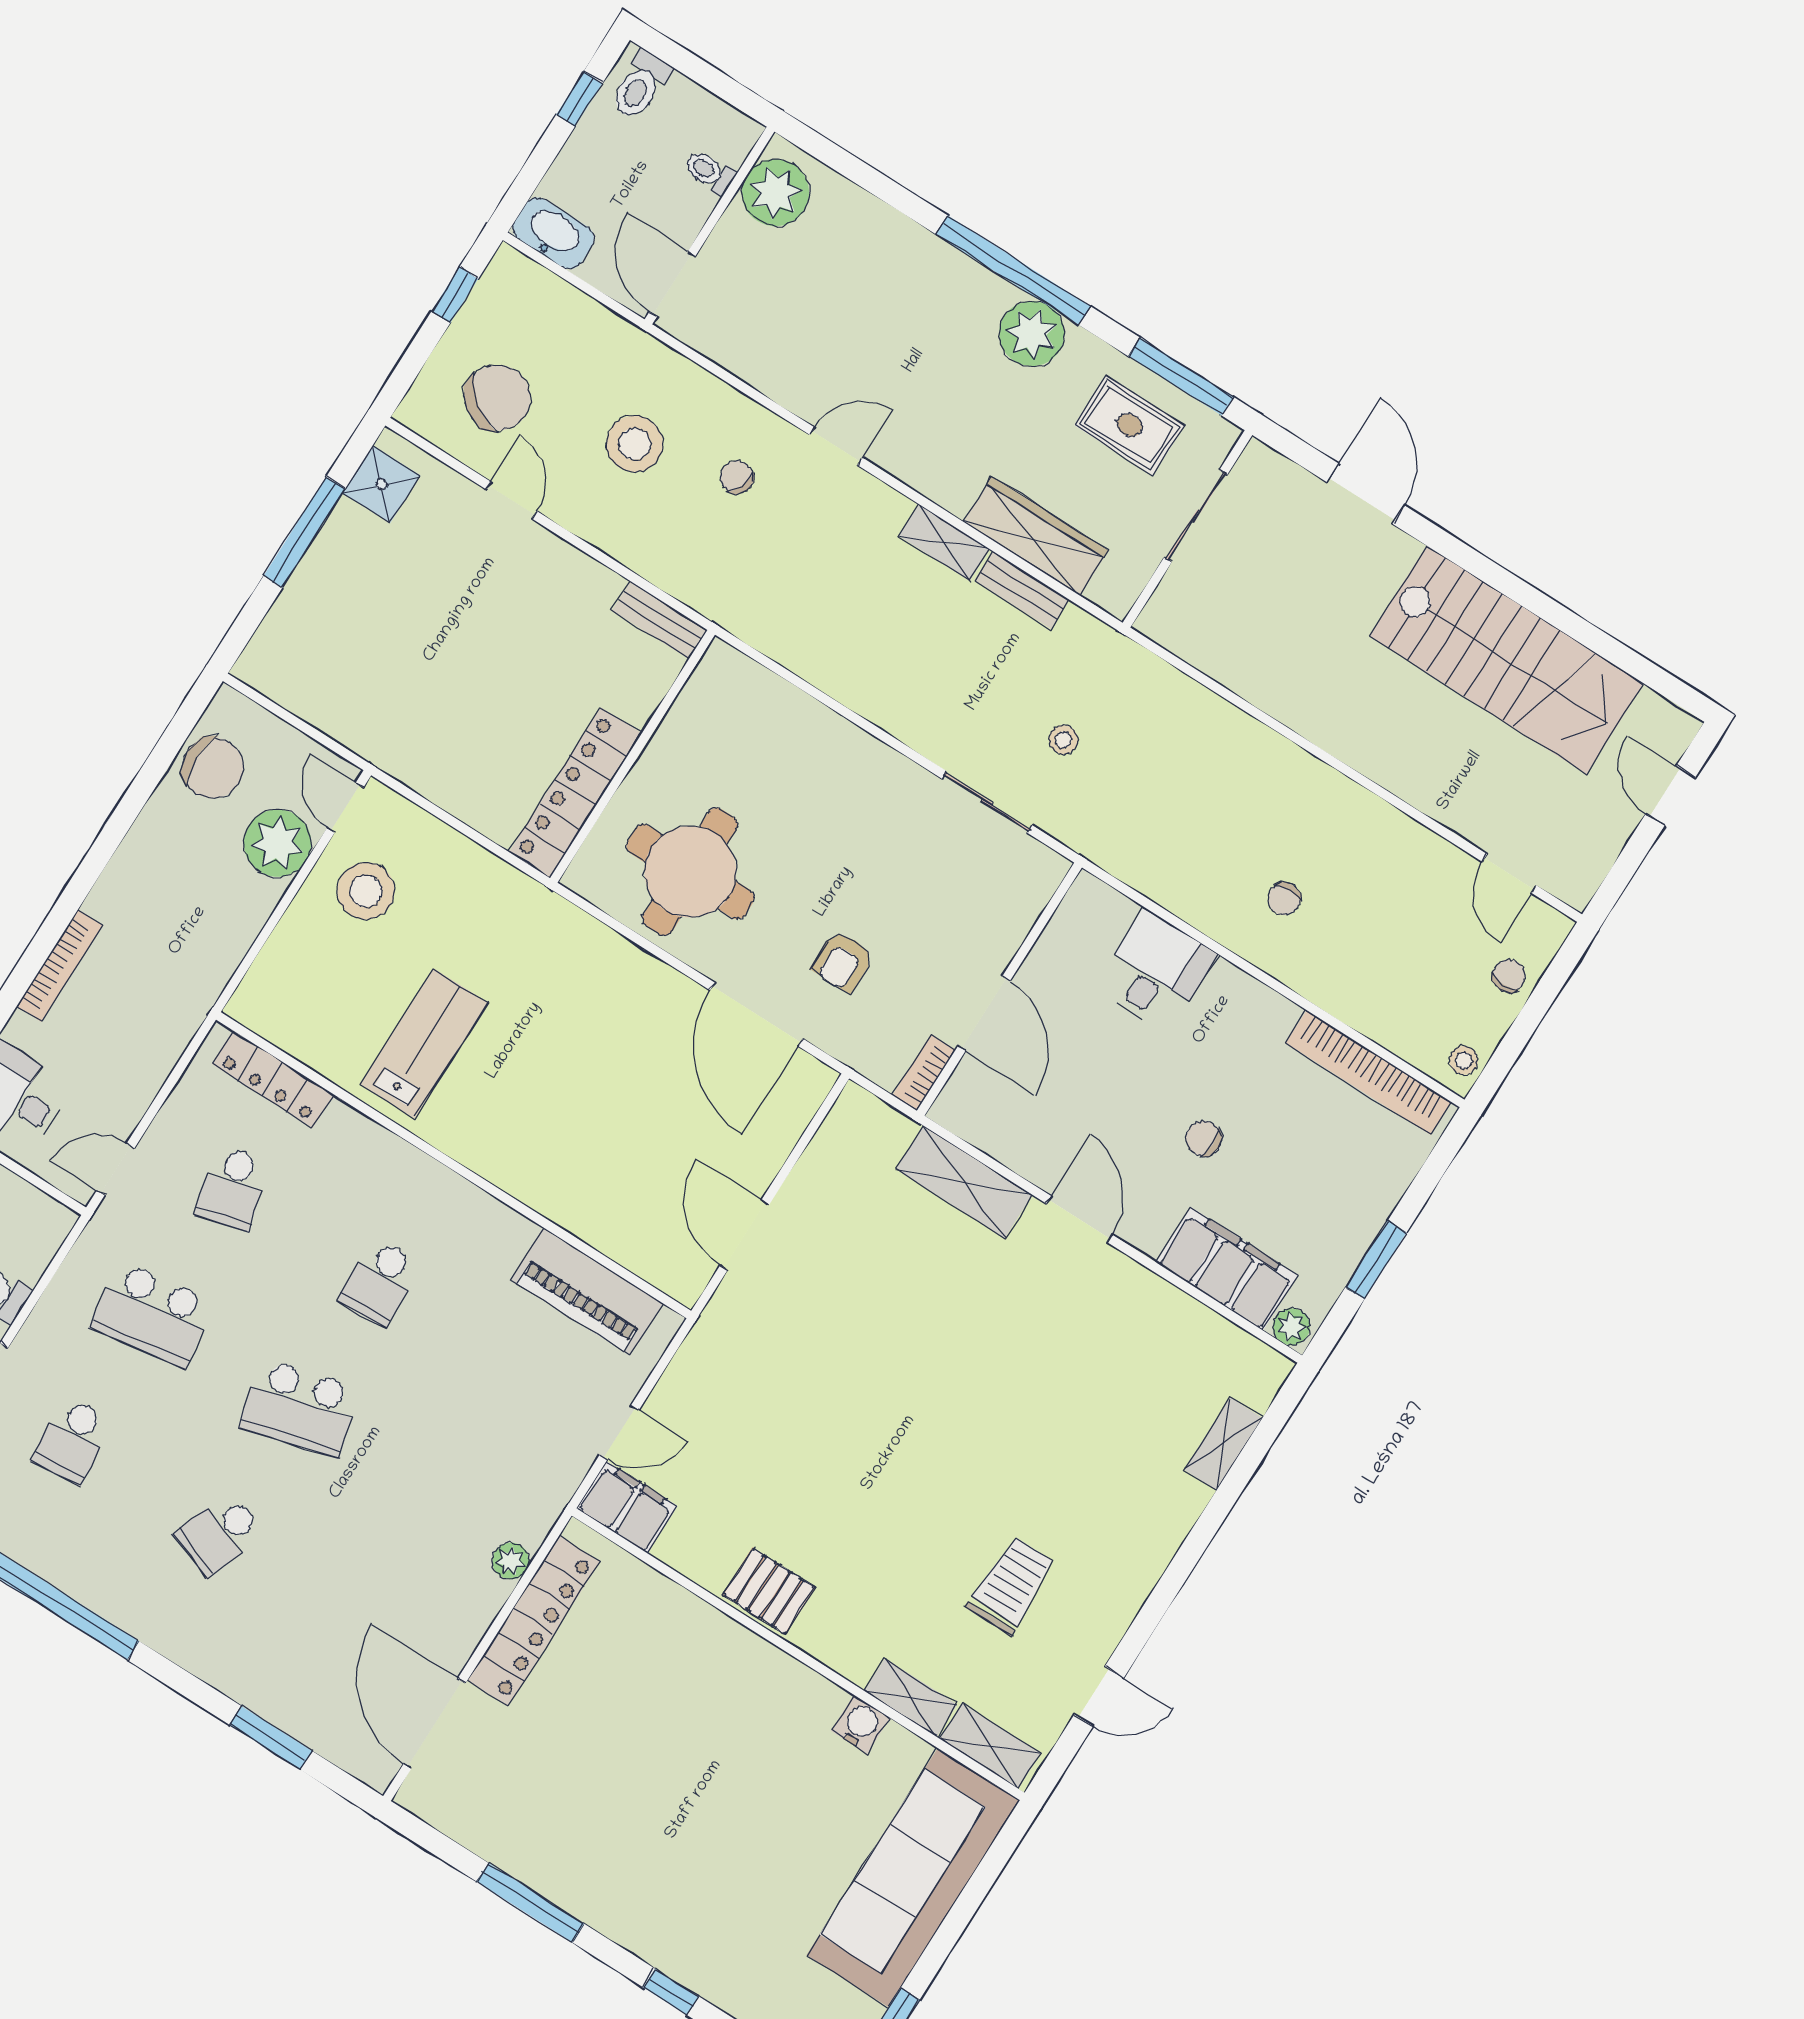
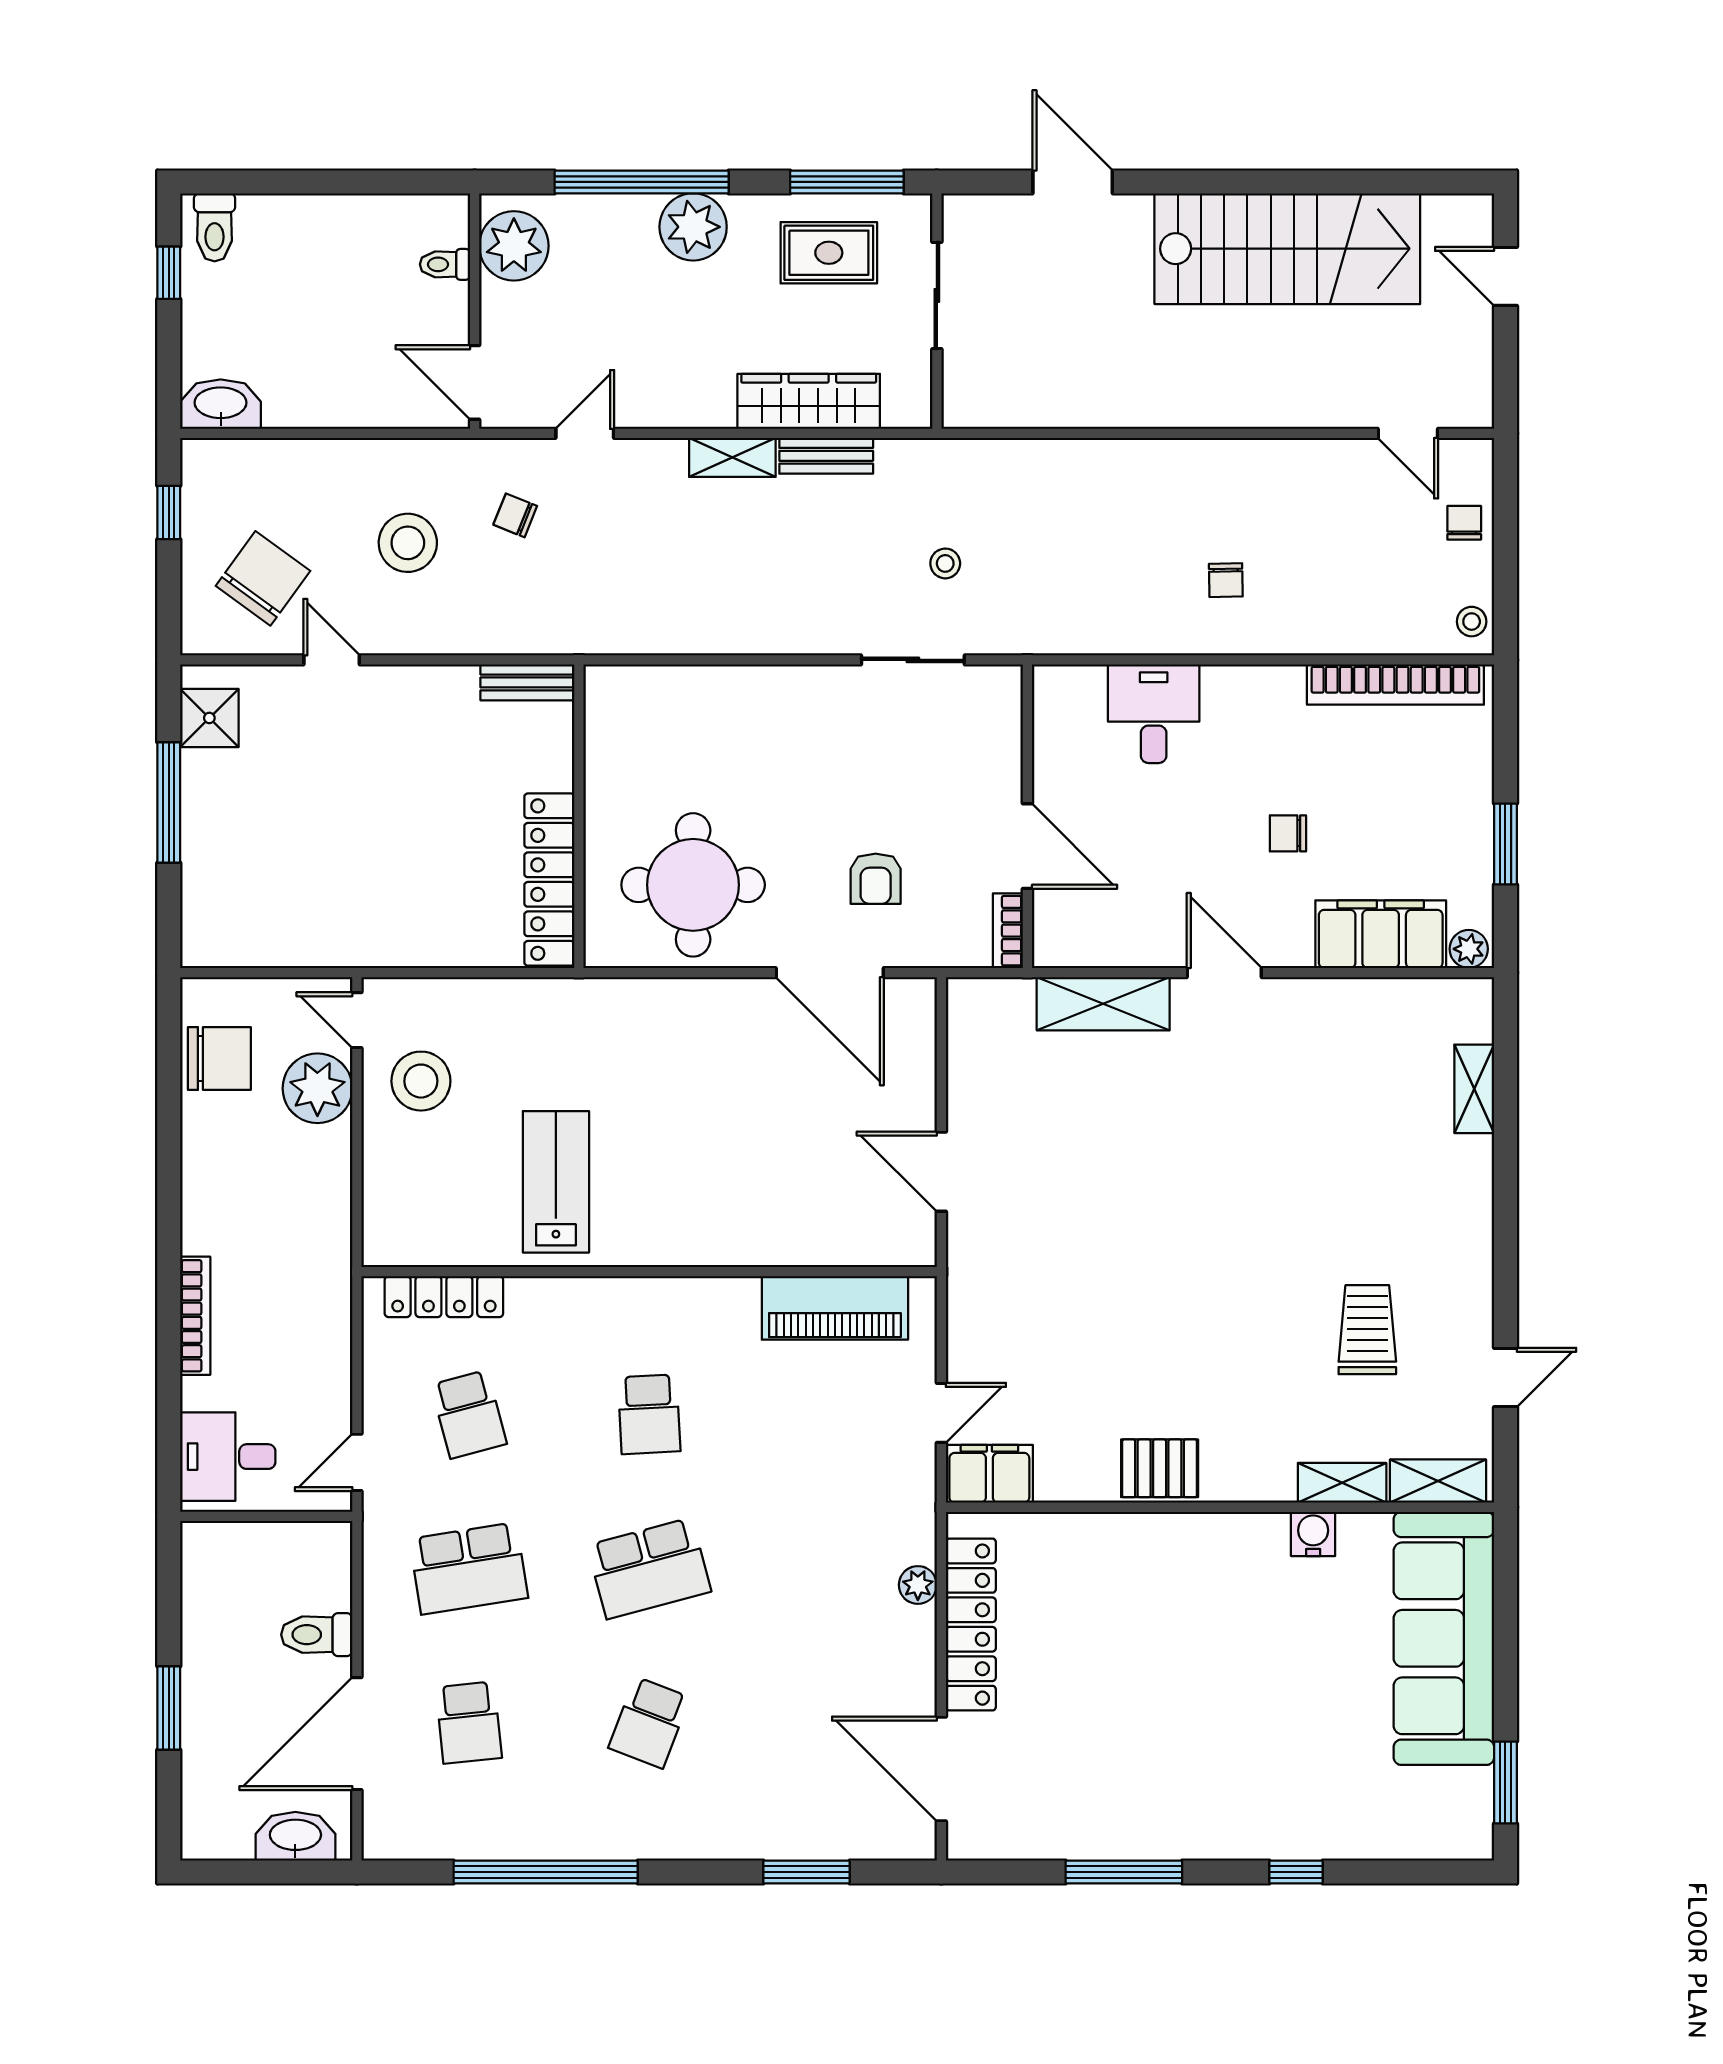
toilet: (709, 172) -> (445, 264), moved
plant: (775, 193) -> (514, 246), moved
wall: (709, 226) -> (475, 311), moved
door: (672, 284) -> (475, 382), moved

